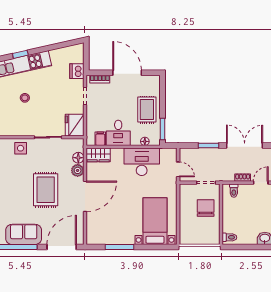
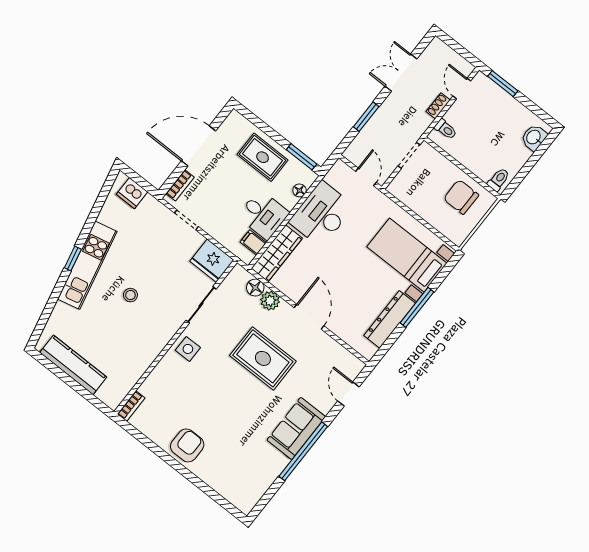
dishwasher: (77, 71) -> (132, 193), moved
double door: (245, 146) -> (401, 73), width x0.73
wardrobe: (98, 155) -> (277, 253), width x1.50
door: (178, 169) -> (366, 177), hinge flipped
door: (85, 196) -> (309, 317), width x0.73
chair: (206, 208) -> (461, 197), moved
dresser: (116, 238) -> (390, 319), added
door: (62, 247) -> (348, 394), width x0.53
window: (119, 247) -> (417, 307), moved

